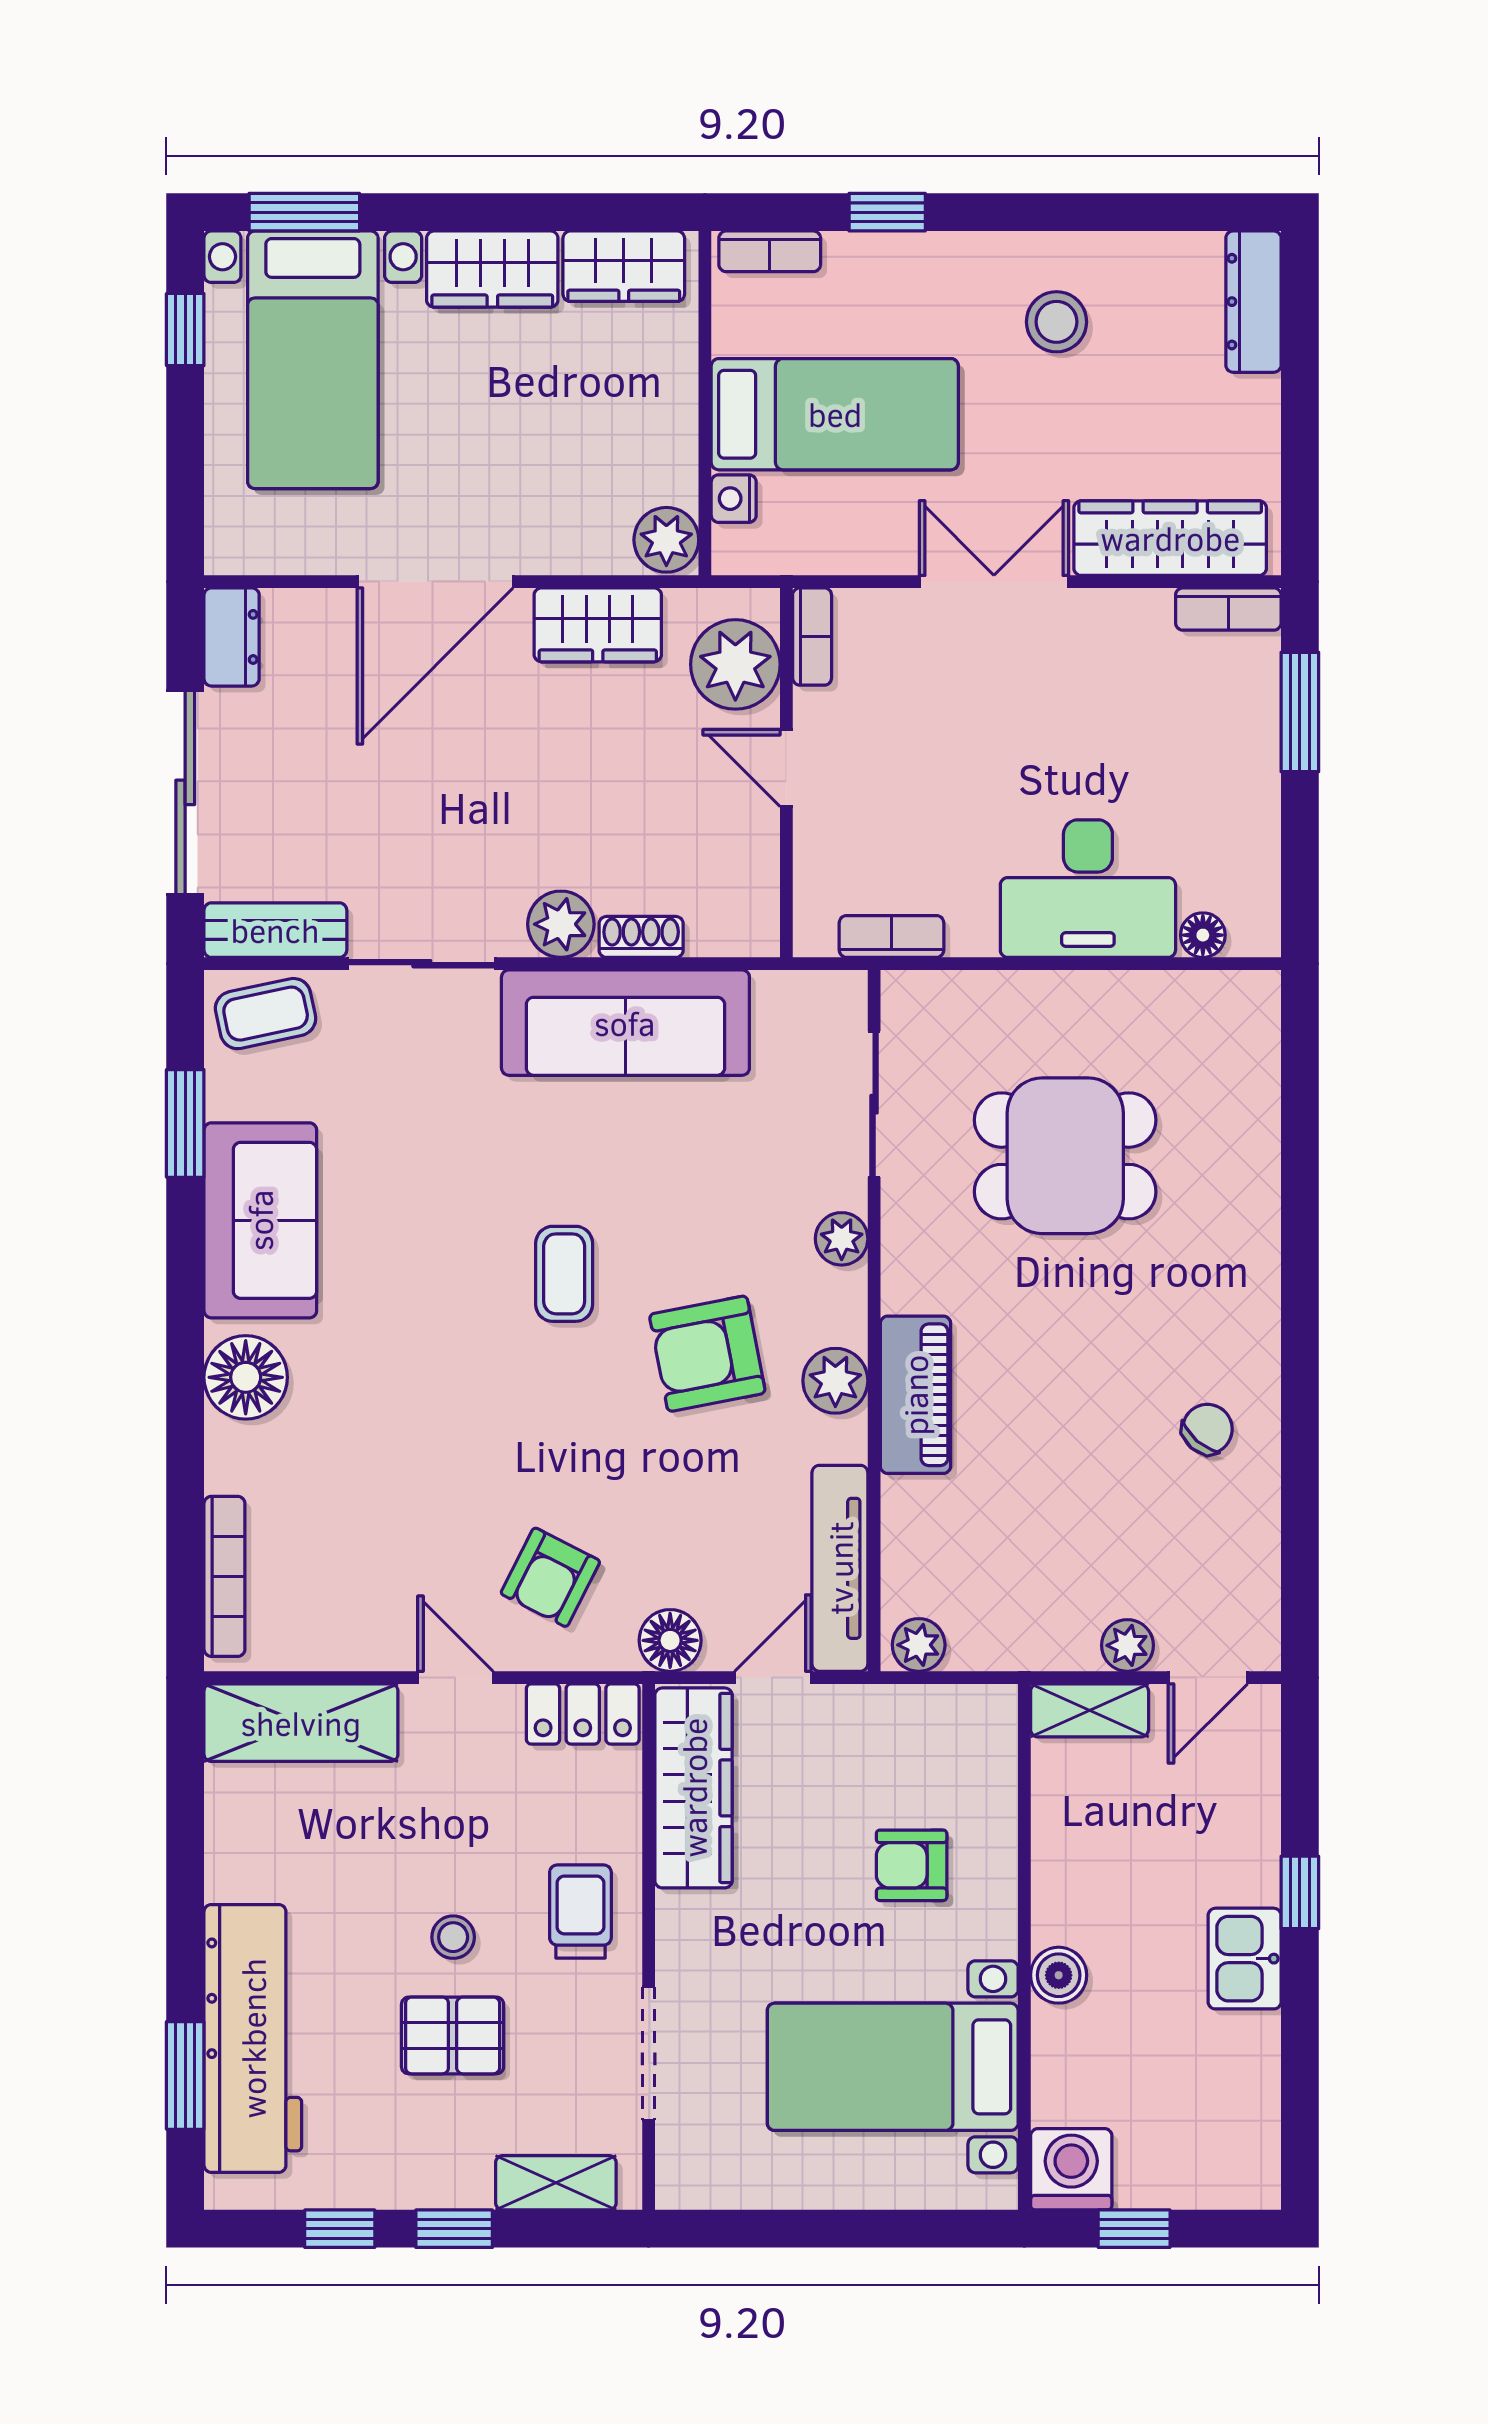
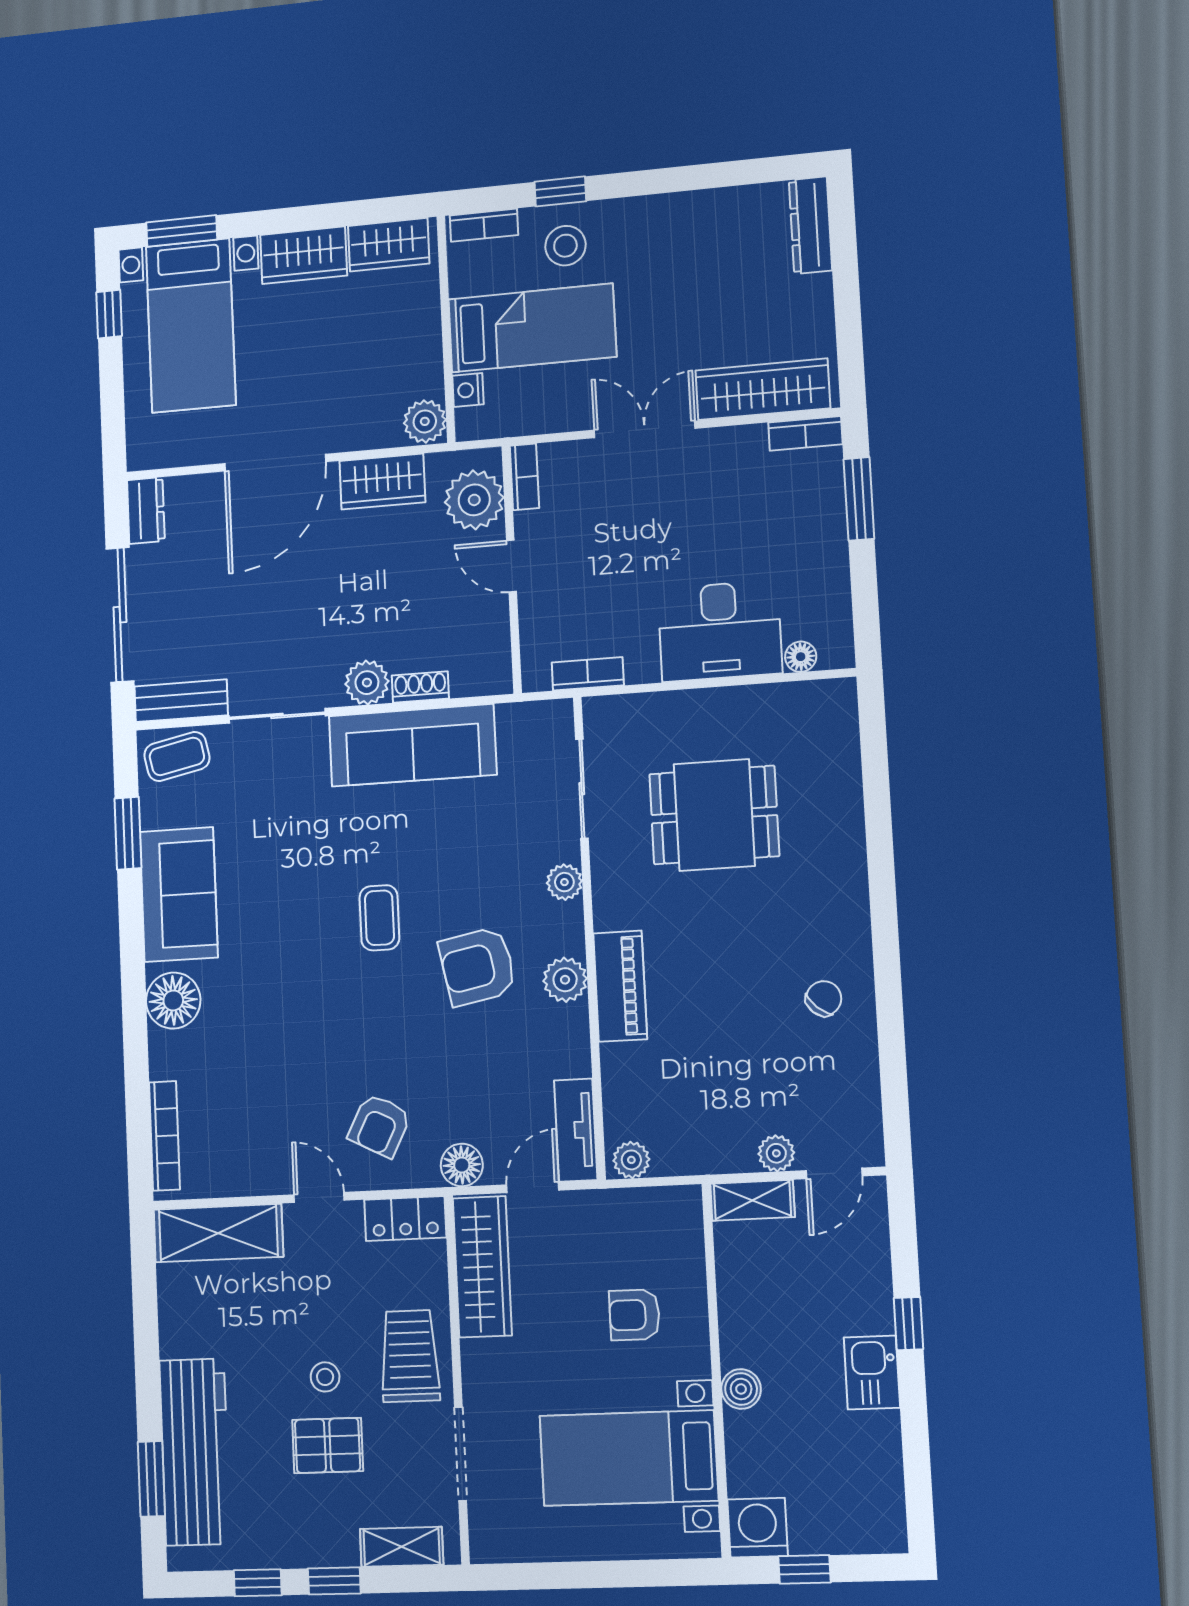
stool: (1057, 322) -> (565, 246), moved
tv unit: (840, 1568) -> (576, 1130), width x0.71
trolley: (580, 1912) -> (410, 1356), width x1.36, depth x1.39

